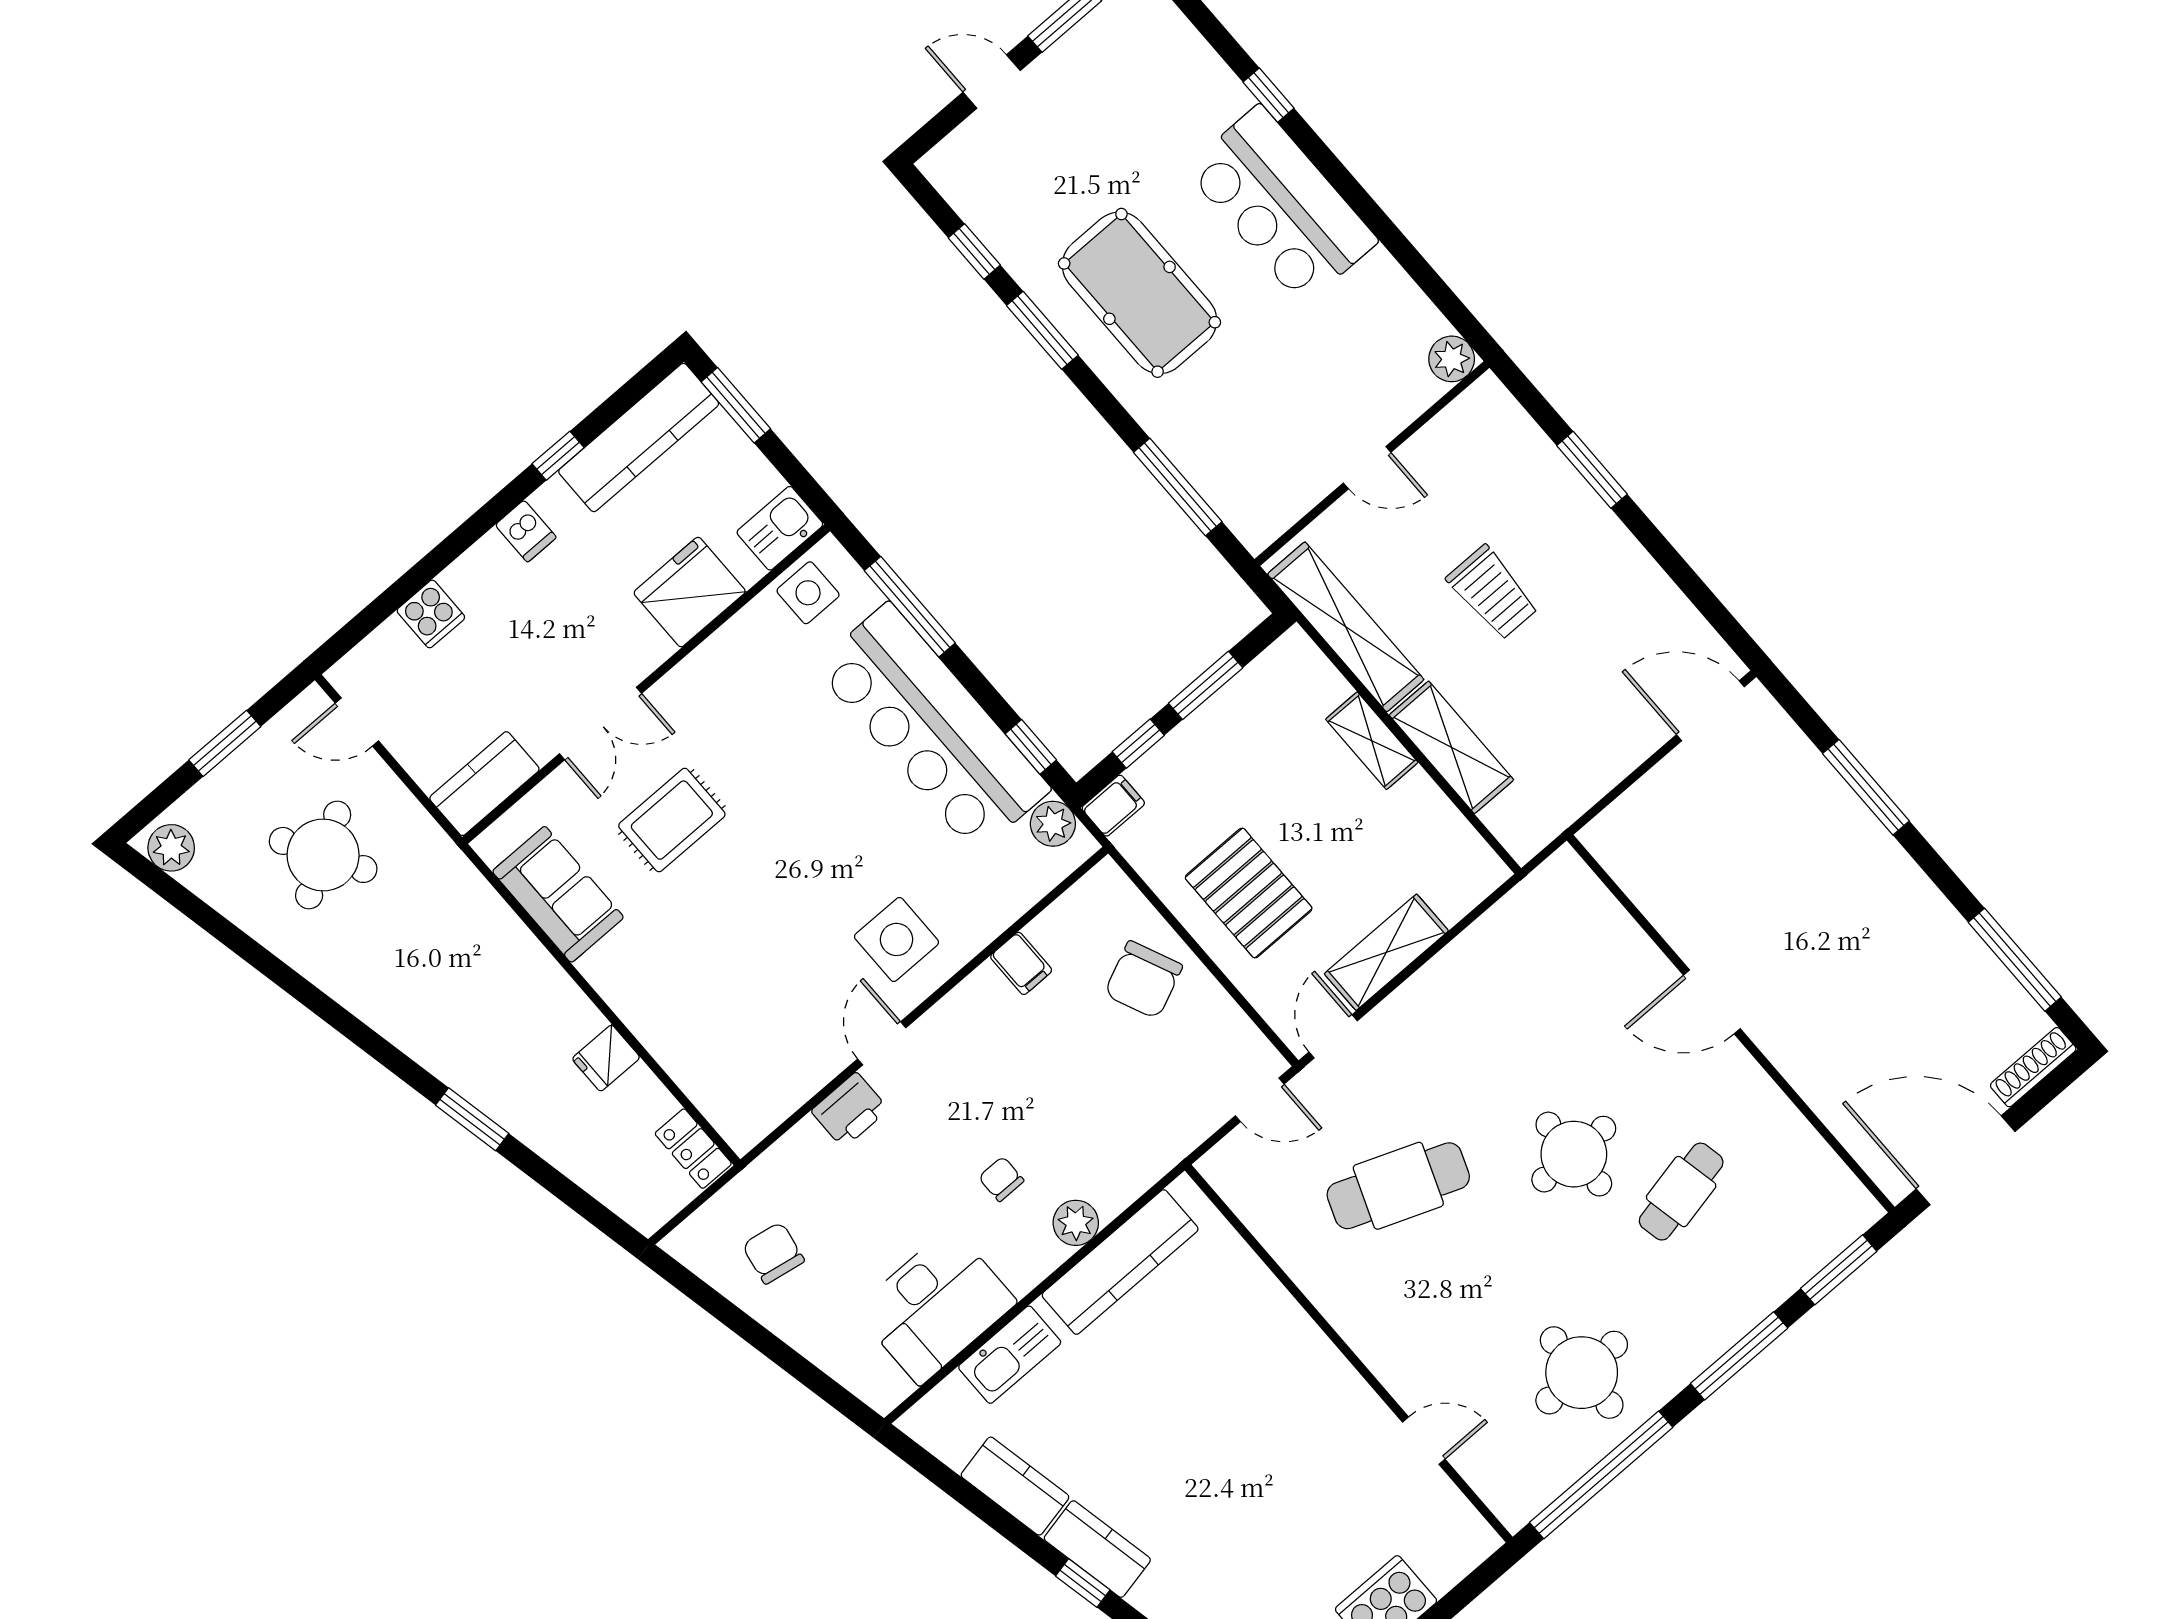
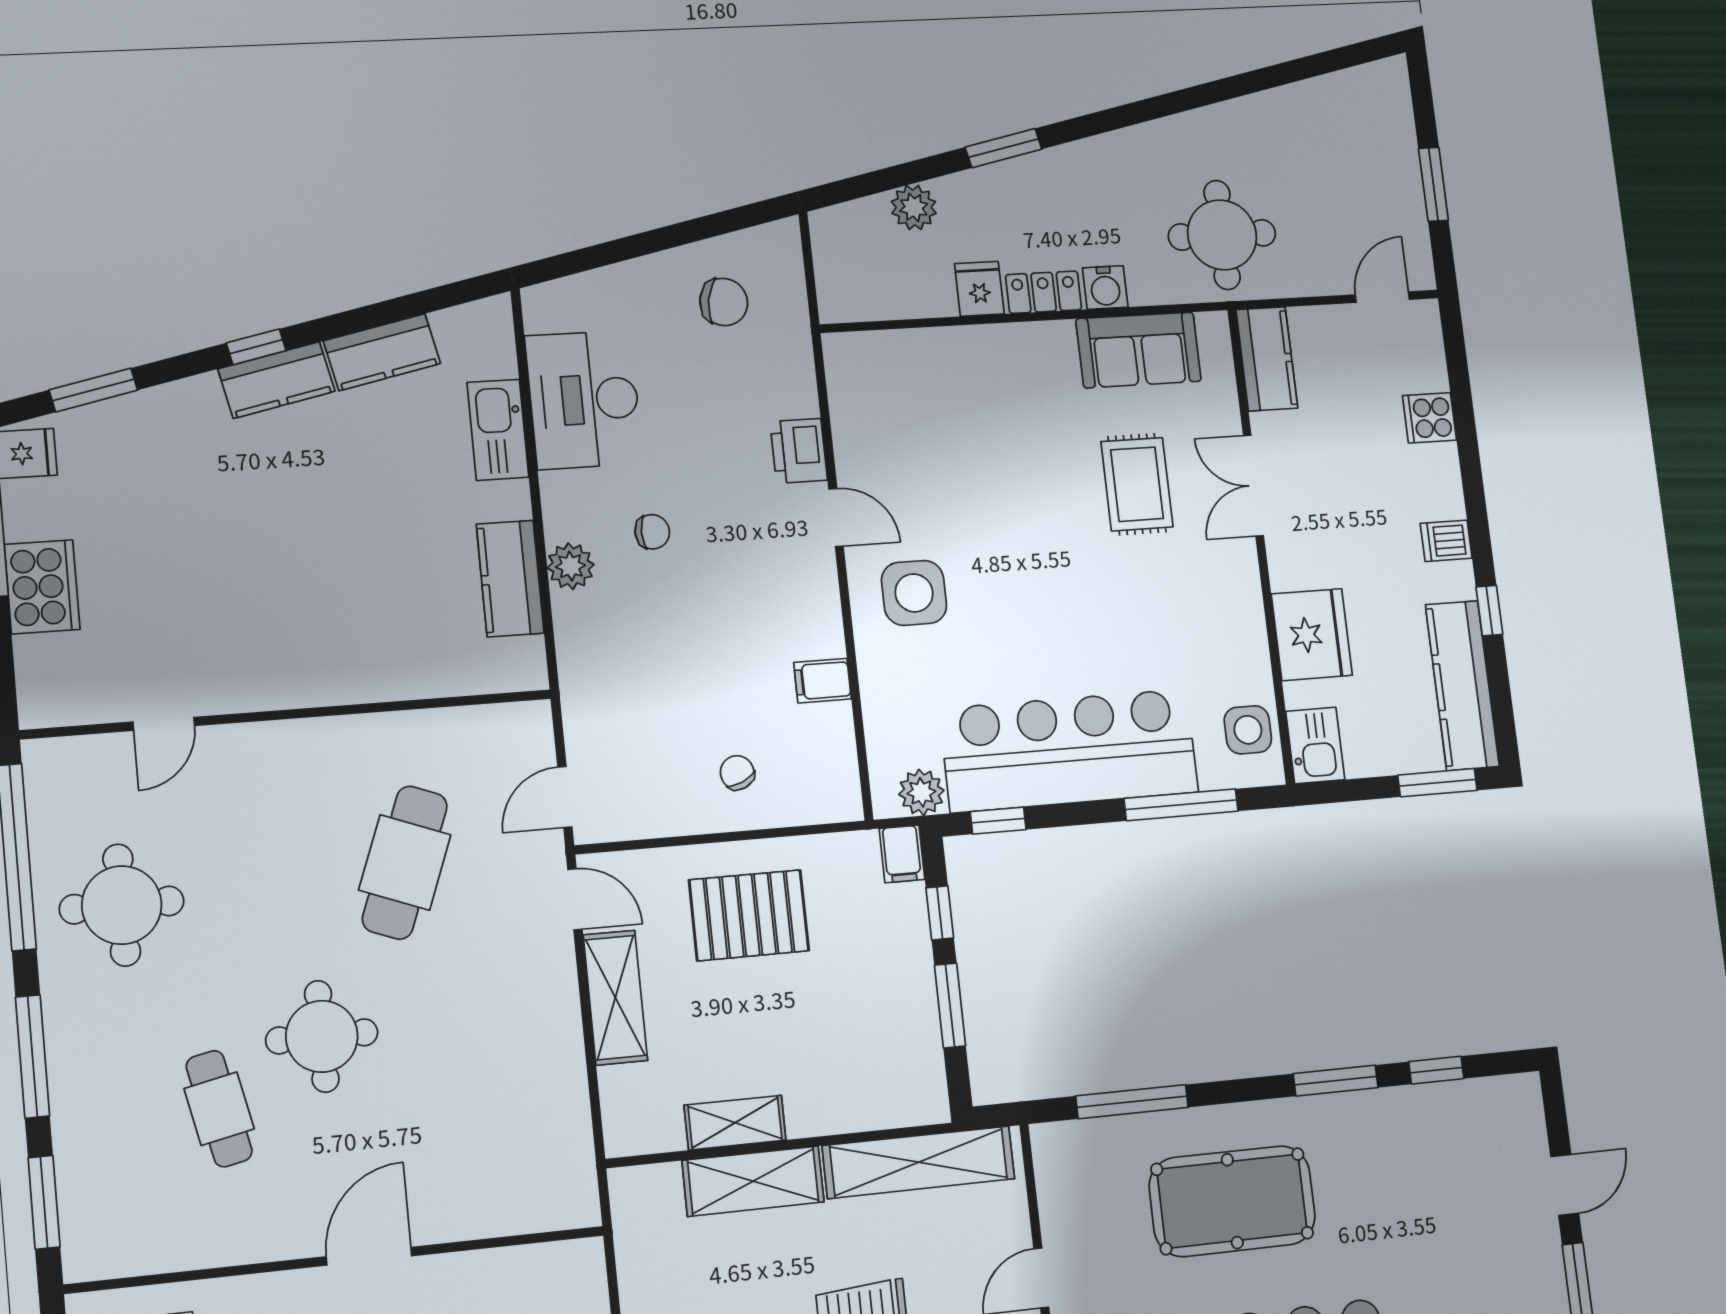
pool table: (1139, 293) -> (1232, 1201), moved
shelving: (1372, 741) -> (735, 1123), moved
plant: (171, 848) -> (914, 207), moved
round table: (323, 855) -> (1222, 235), moved, turned 30
water cooler: (526, 957) -> (1105, 287), added
chair: (1143, 980) -> (737, 773), width x0.54, depth x0.54
locker: (693, 1149) -> (1044, 292), moved
kitchen counter: (1120, 1262) -> (510, 579), width x0.67

